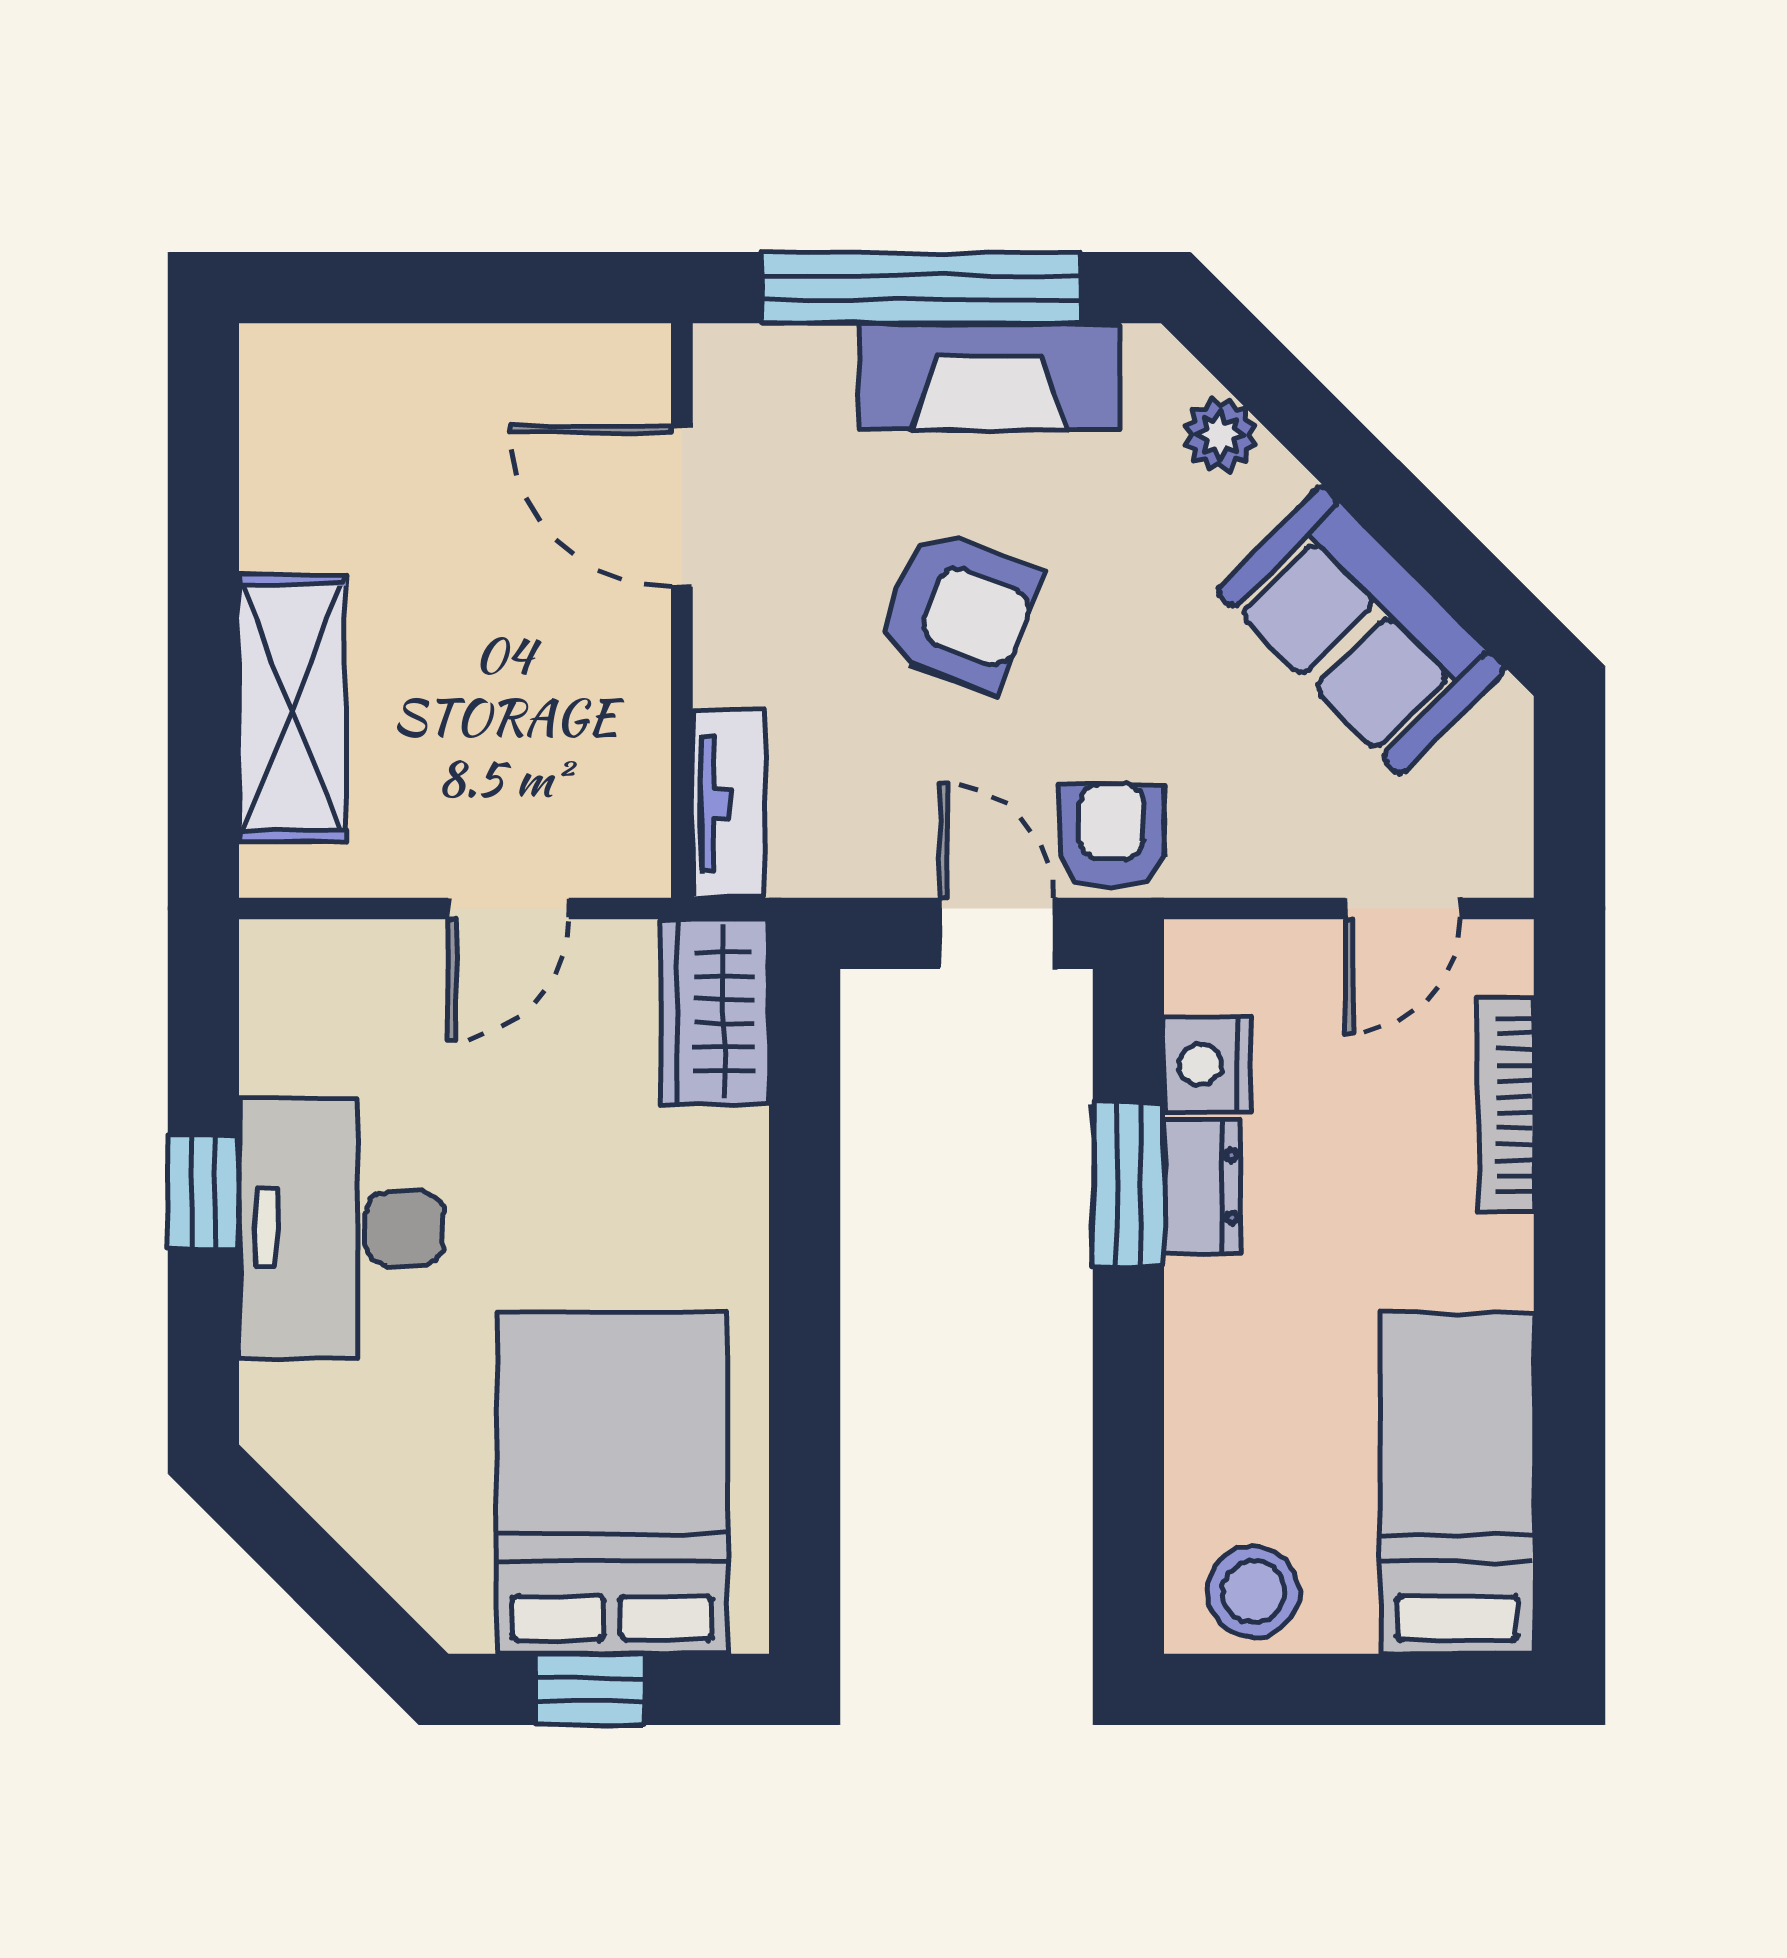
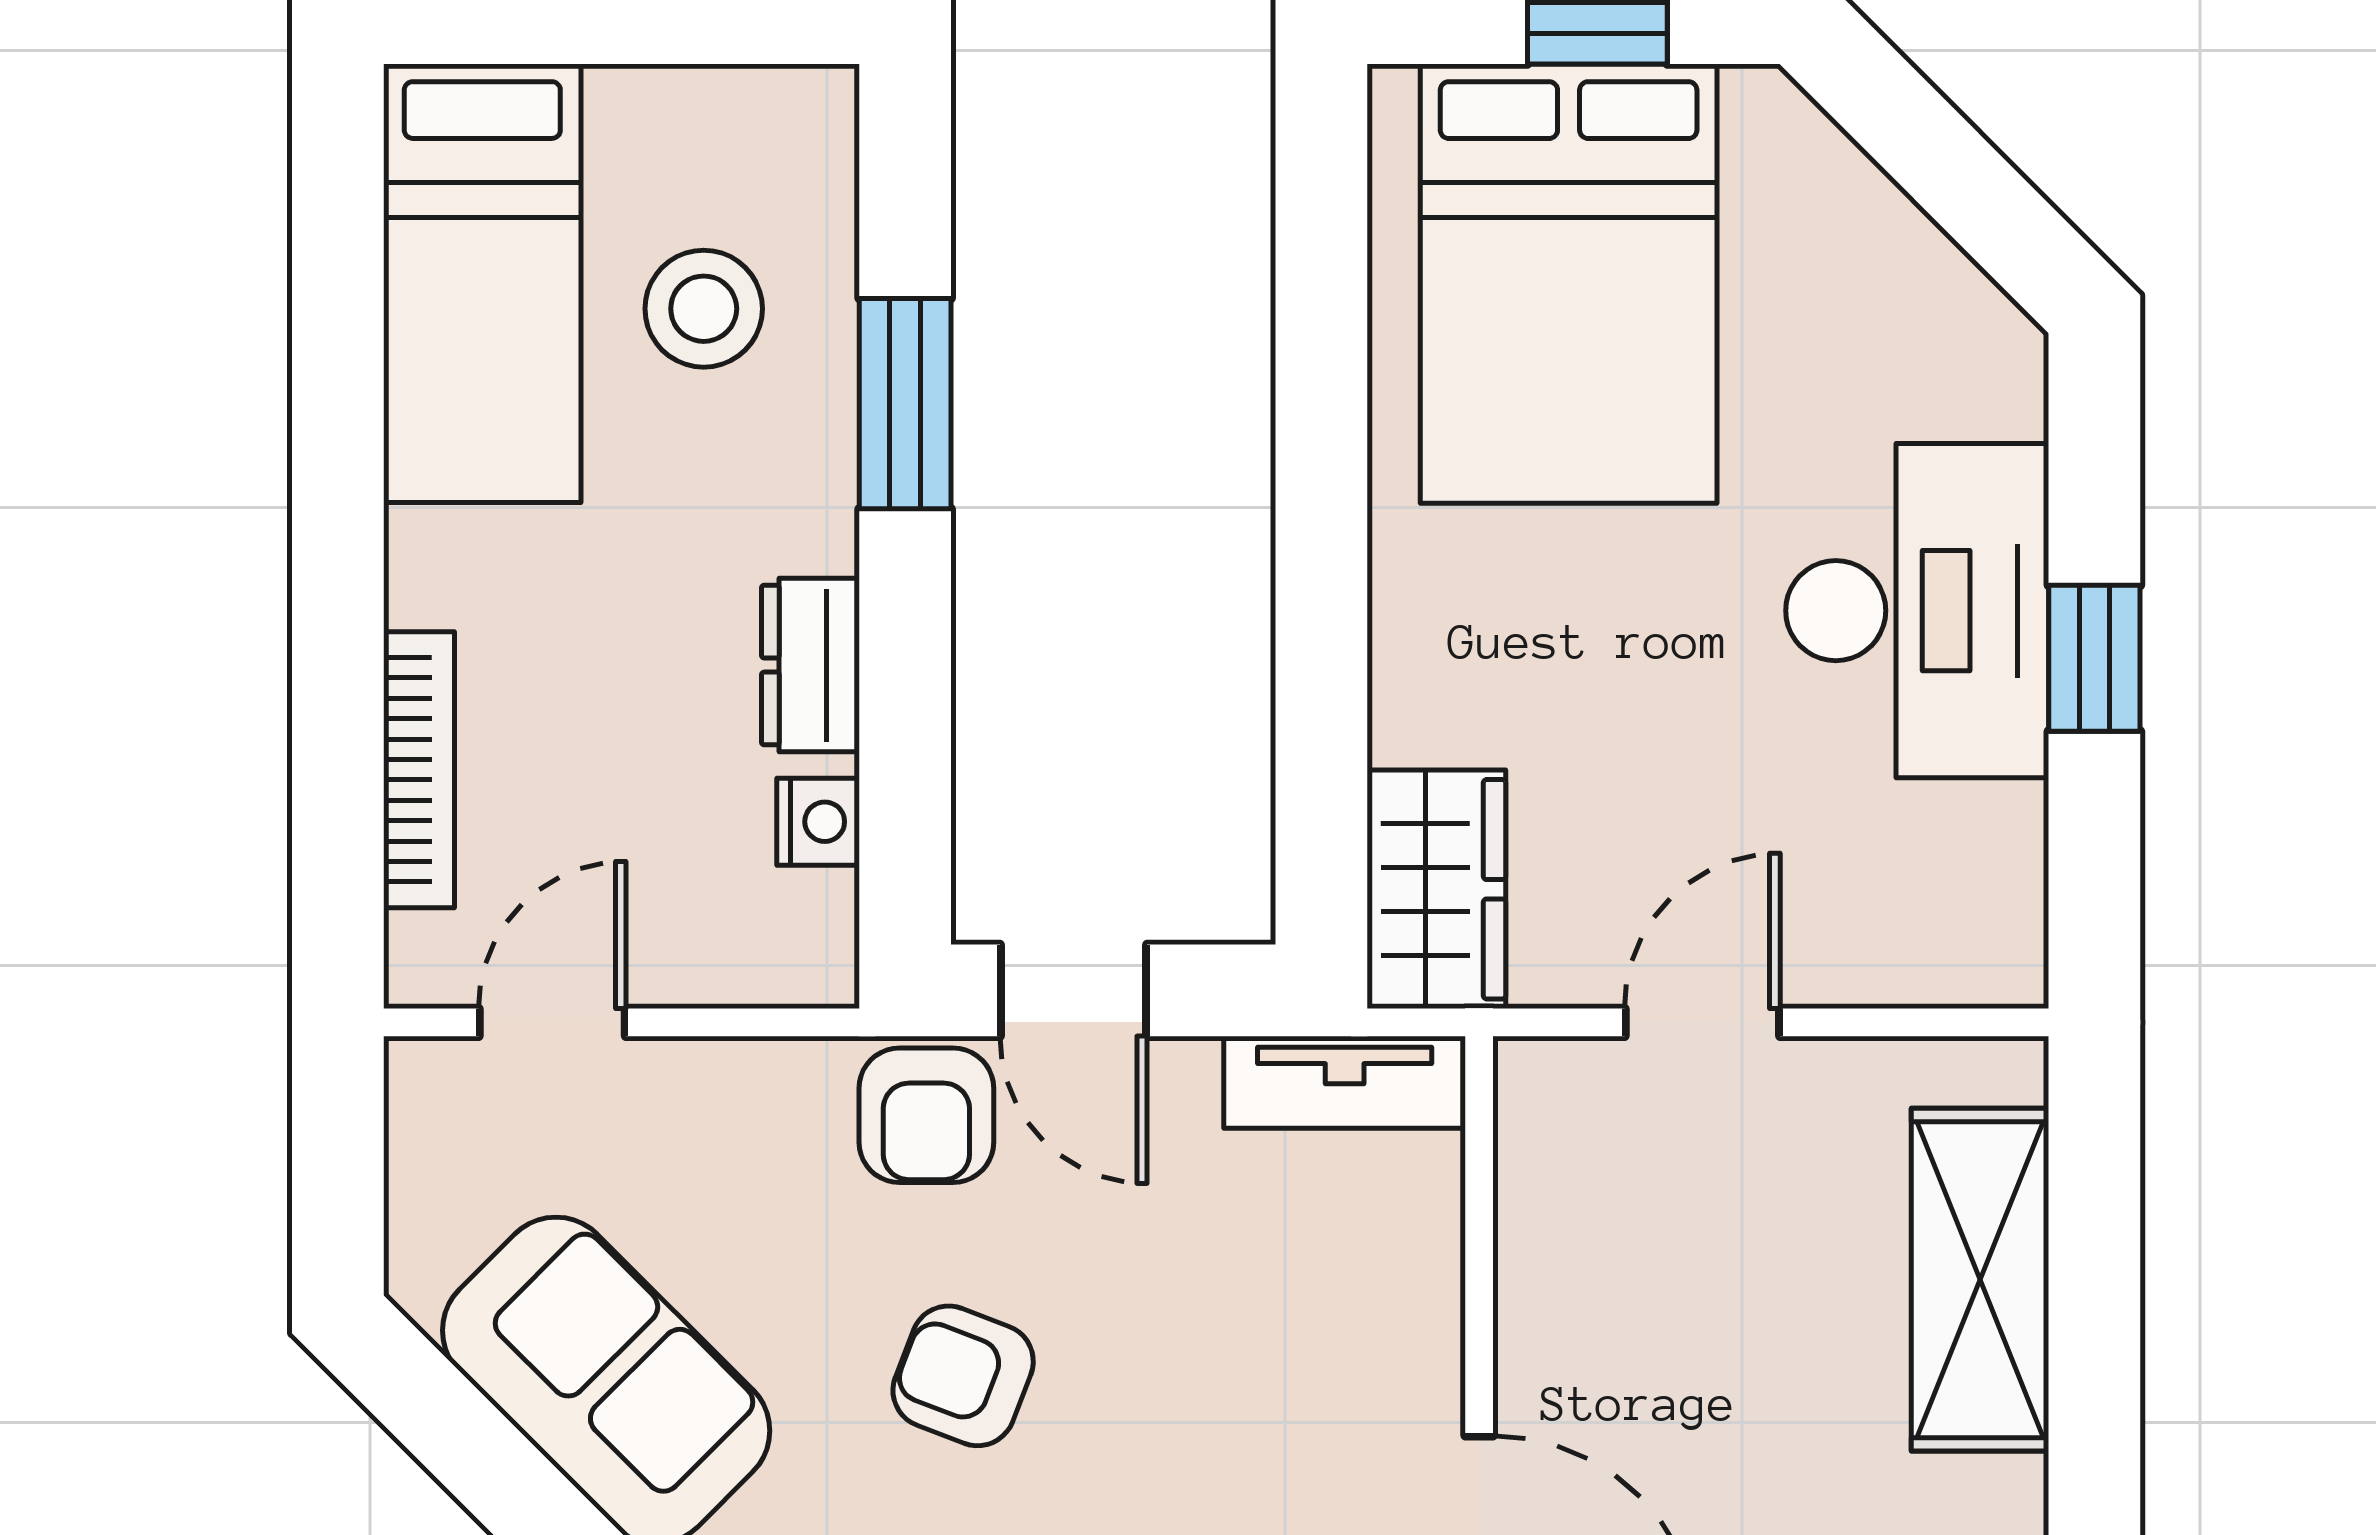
armchair: (959, 610) -> (963, 1376), moved, width x0.72, depth x0.72
tv unit: (728, 804) -> (1345, 1082), moved, turned -90
nightstand: (1207, 1064) -> (818, 822), width x0.72, depth x0.74
window: (1128, 1185) -> (905, 404), moved
stool: (1253, 1592) -> (704, 309), moved

